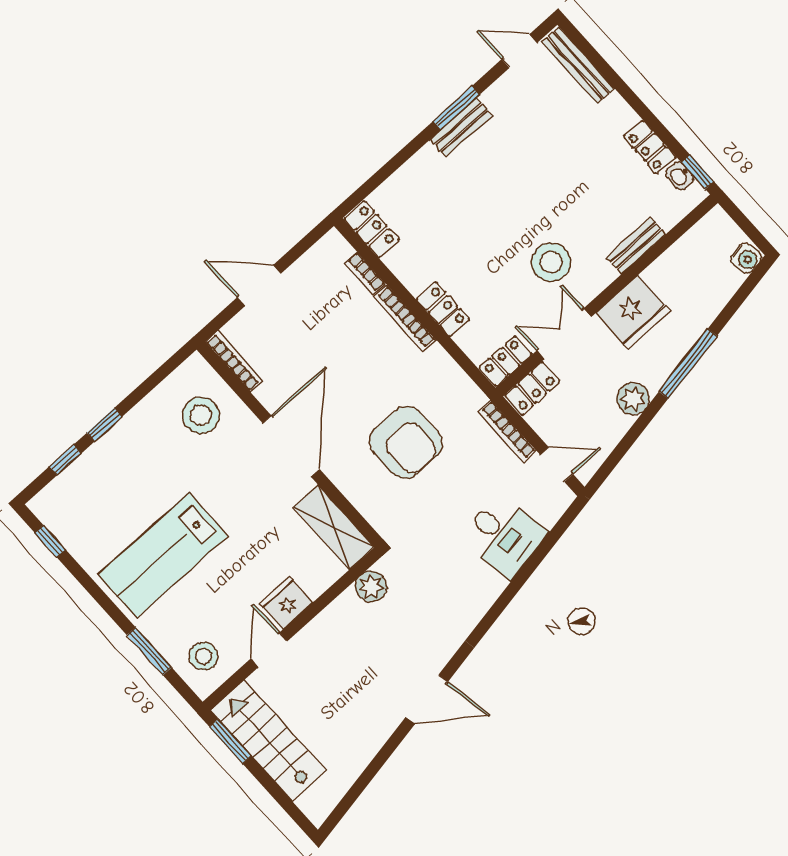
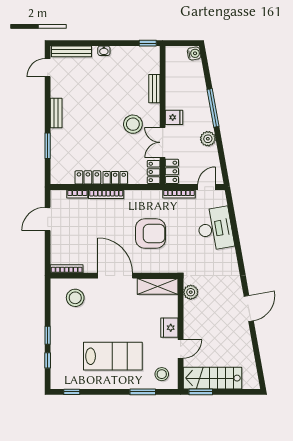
window: (456, 108) -> (48, 146), moved
locker: (650, 147) -> (124, 52), removed
washbasin: (680, 176) -> (104, 51), moved
locker: (372, 229) -> (88, 177), moved
door: (259, 285) -> (48, 219), moved
fridge: (633, 312) -> (174, 117), width x0.53, depth x0.75
desk: (504, 536) -> (215, 229), width x1.37
lab bench: (163, 555) -> (113, 356), turned -90
door: (269, 650) -> (181, 349), swing flipped

